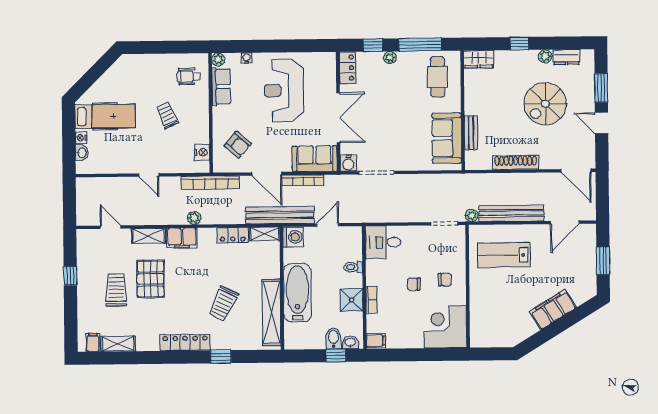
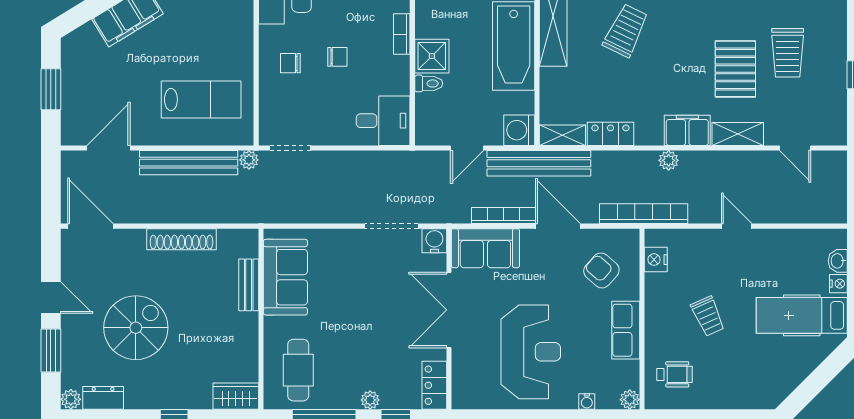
plant: (545, 56) -> (71, 399), moved
row of seats: (221, 87) -> (626, 330), moved
shower: (352, 300) -> (432, 56), moved

